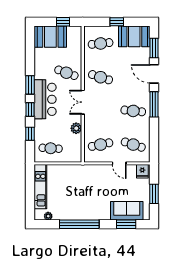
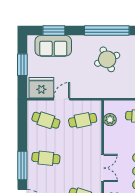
plant: (76, 128) -> (110, 120), moved
door: (119, 163) -> (62, 99), hinge flipped
fridge: (142, 171) -> (41, 88), width x1.88, depth x1.34
round table: (79, 199) -> (107, 59), added

